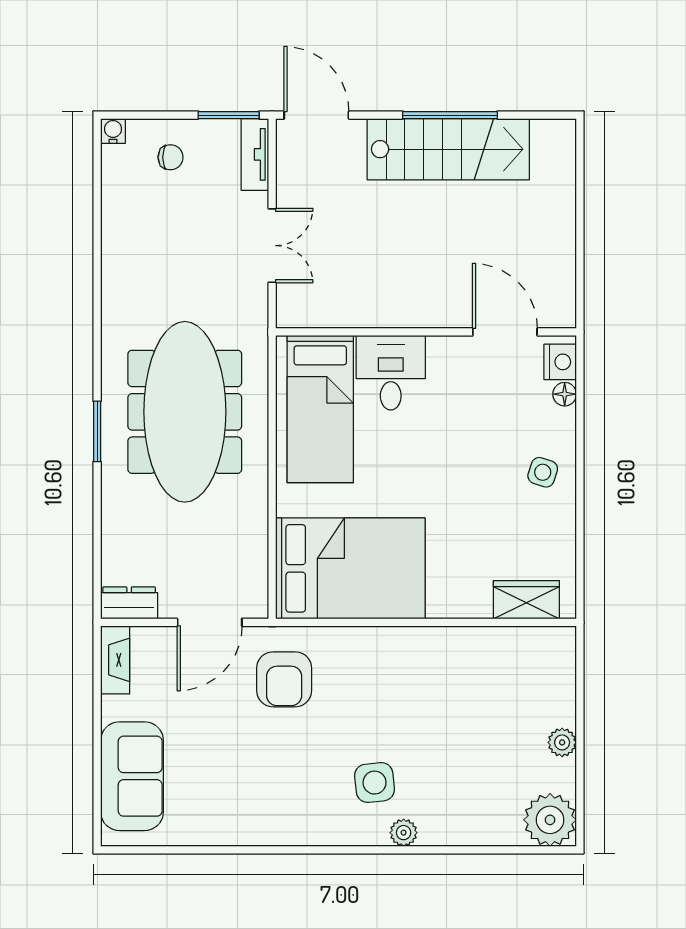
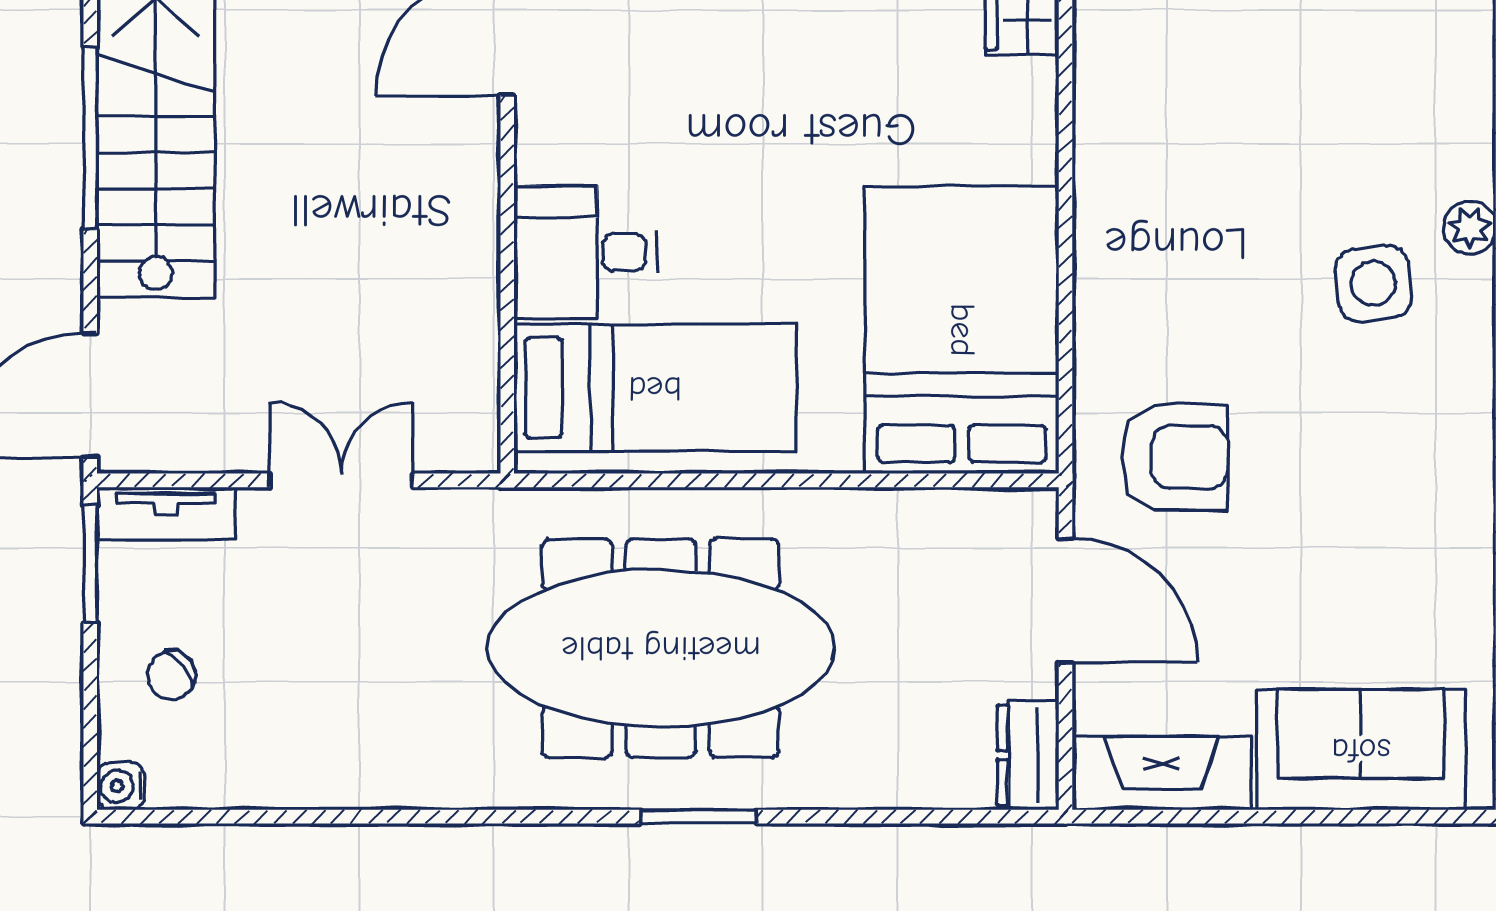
chair: (171, 157) -> (172, 676), turned -128
fireplace: (115, 660) -> (1162, 773), width x1.37, depth x1.32

